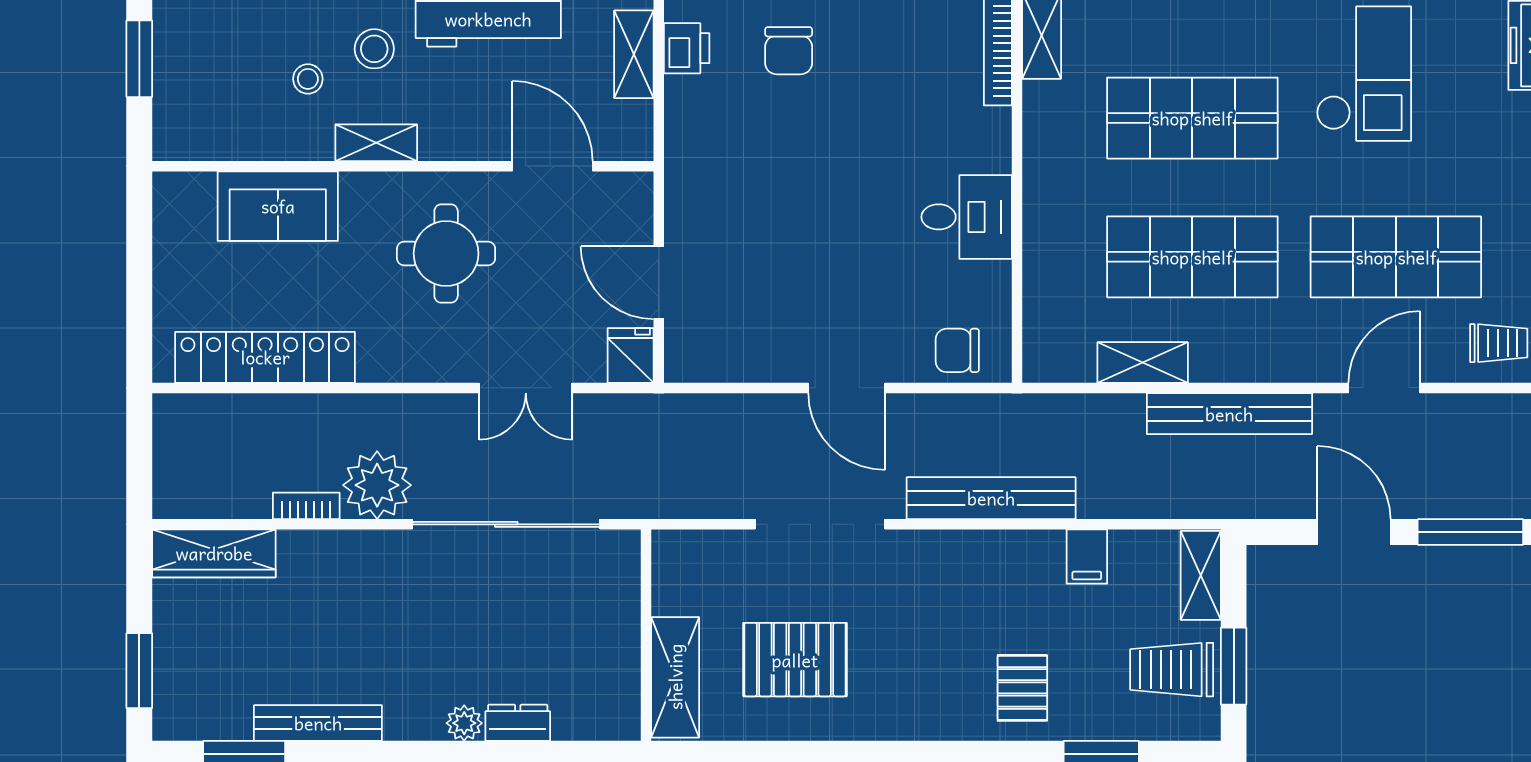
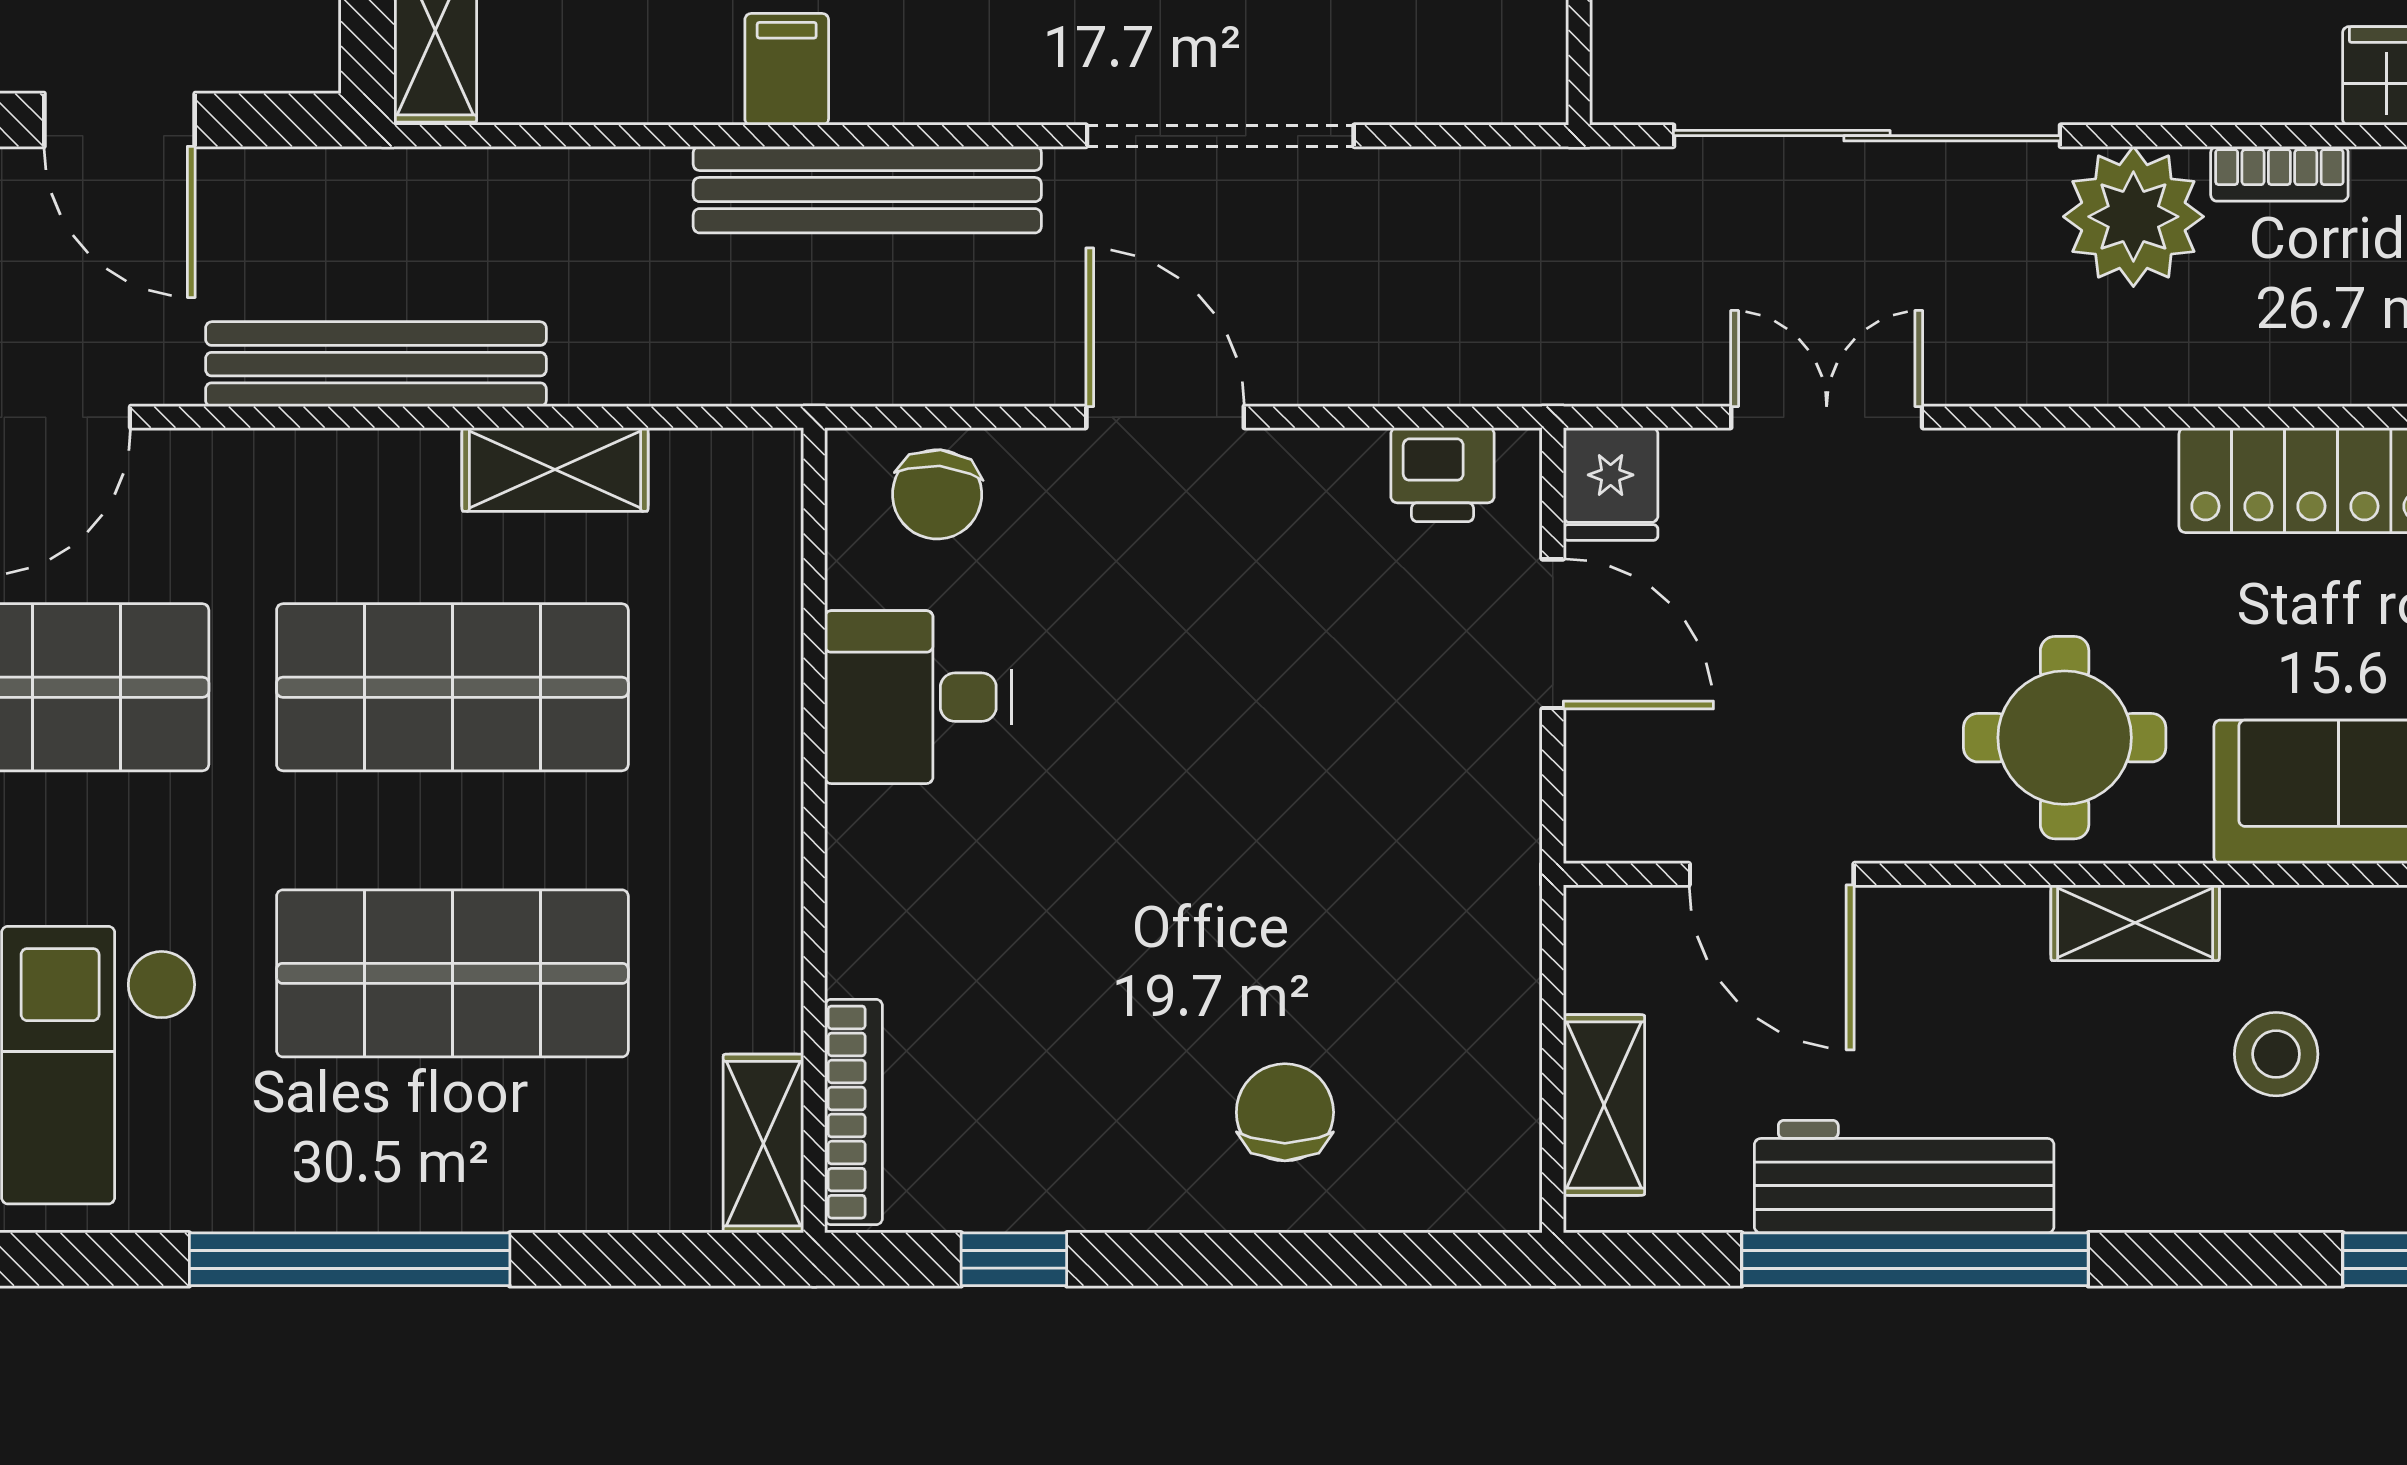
printer: (687, 48) -> (1442, 475), moved, turned -90
stool: (374, 49) -> (2139, 1116), removed
stool: (308, 79) -> (2276, 1054), width x1.37, depth x1.37
desk: (967, 217) -> (918, 697), moved
round table: (446, 254) -> (2065, 738), moved
chair: (957, 350) -> (937, 494), turned 95
filing cabinet: (1087, 557) -> (787, 69), moved

